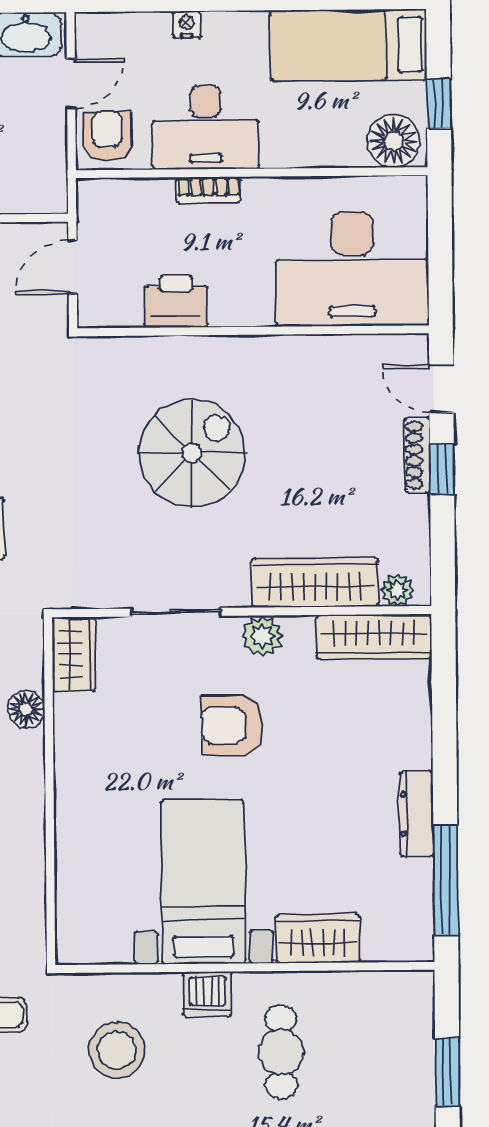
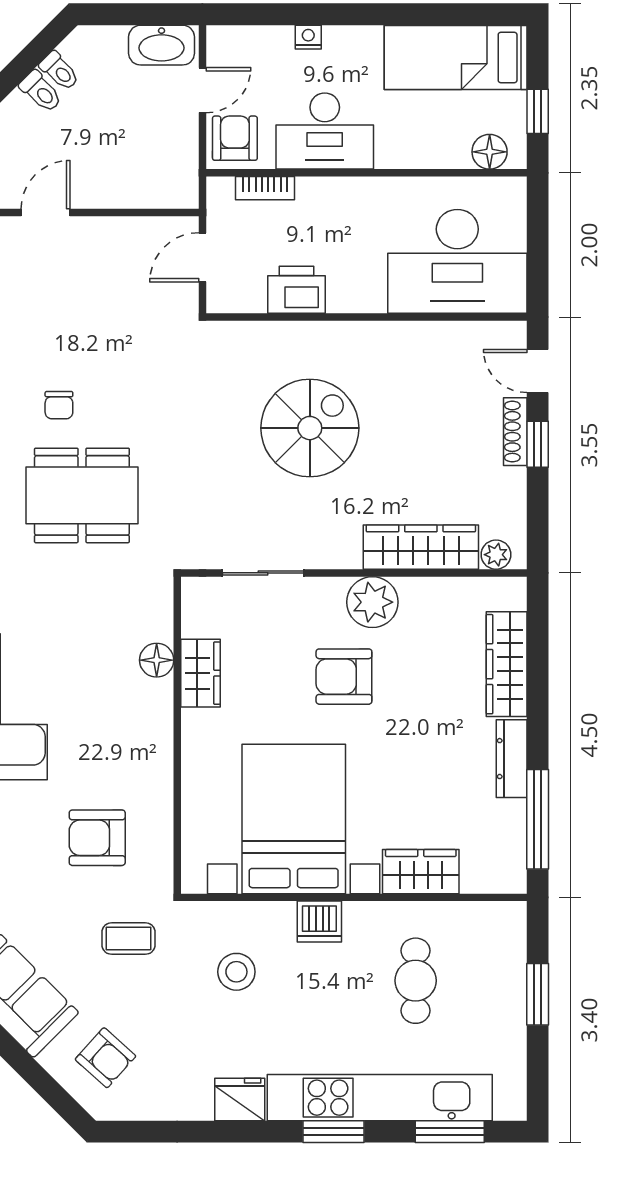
floor lamp: (394, 141) -> (490, 152), width x0.73, depth x0.73
bookcase: (209, 190) -> (265, 188), moved
sliding door: (176, 612) -> (263, 573), moved
plant: (262, 636) -> (372, 602), width x1.36, depth x1.36
wardrobe: (374, 637) -> (507, 664), moved, turned 90
wardrobe: (74, 654) -> (200, 673), moved
bed with nightstands: (203, 882) -> (294, 819), width x1.36
stool: (117, 1050) -> (236, 972), width x0.73, depth x0.73
cafe table: (281, 1052) -> (416, 981), moved

